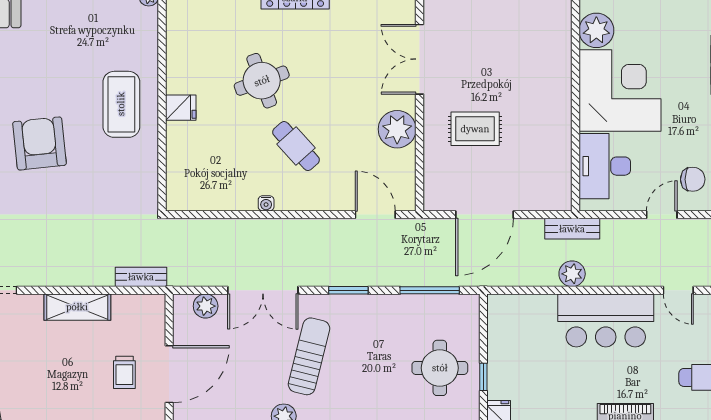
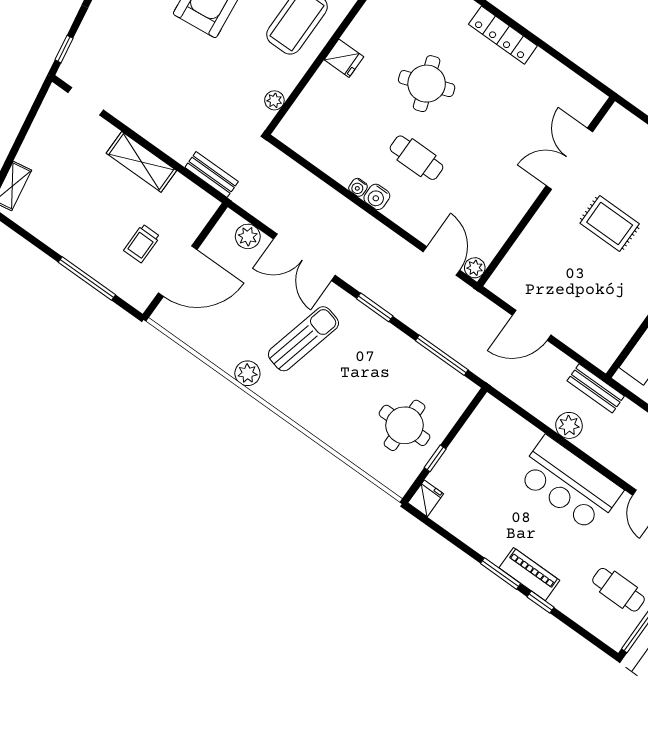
plant: (397, 129) -> (475, 268), moved, width x0.53, depth x0.53
rug: (475, 129) -> (610, 224), moved
cafe table: (296, 146) -> (416, 158), turned -48
plant: (149, 181) -> (274, 100), added
water cooler: (287, 200) -> (377, 197), added
door: (485, 215) -> (532, 325), width x0.73

